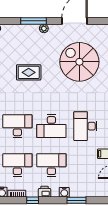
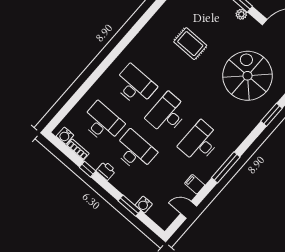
desk: (51, 126) -> (167, 114), turned 90
water cooler: (64, 192) -> (144, 205), moved

